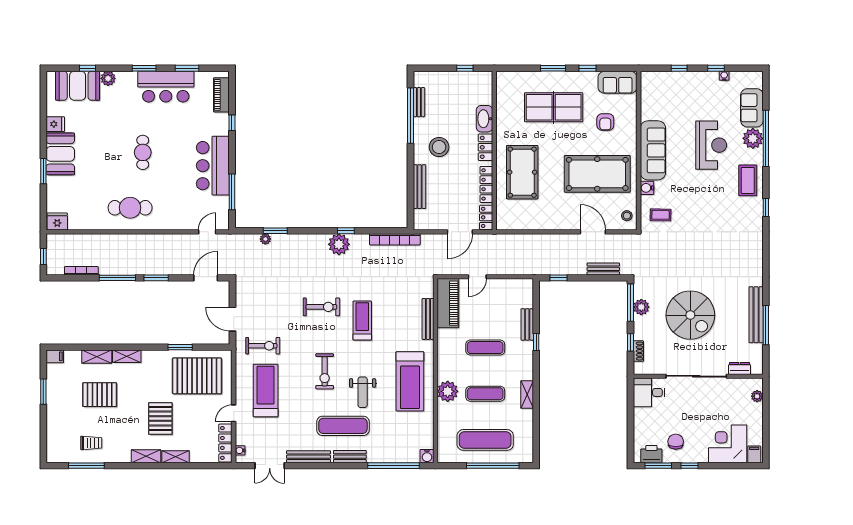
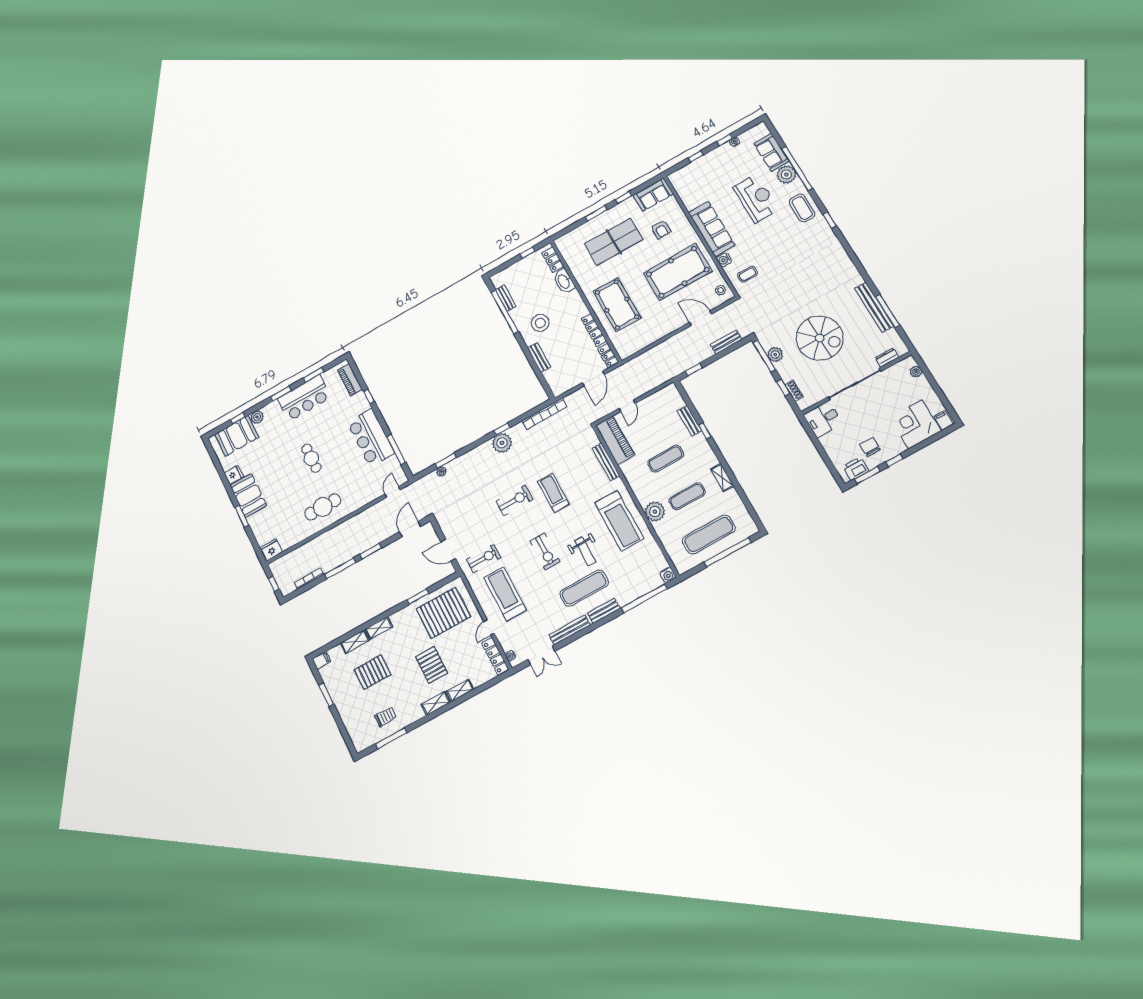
locker: (485, 147) -> (553, 260), moved
bench: (419, 187) -> (539, 357), width x0.73

